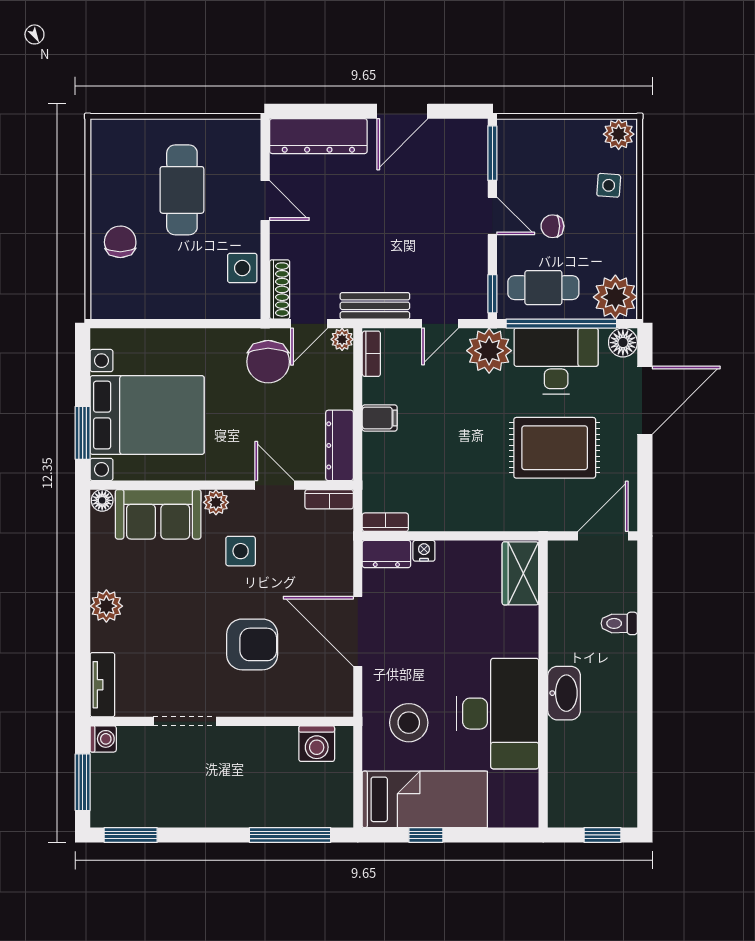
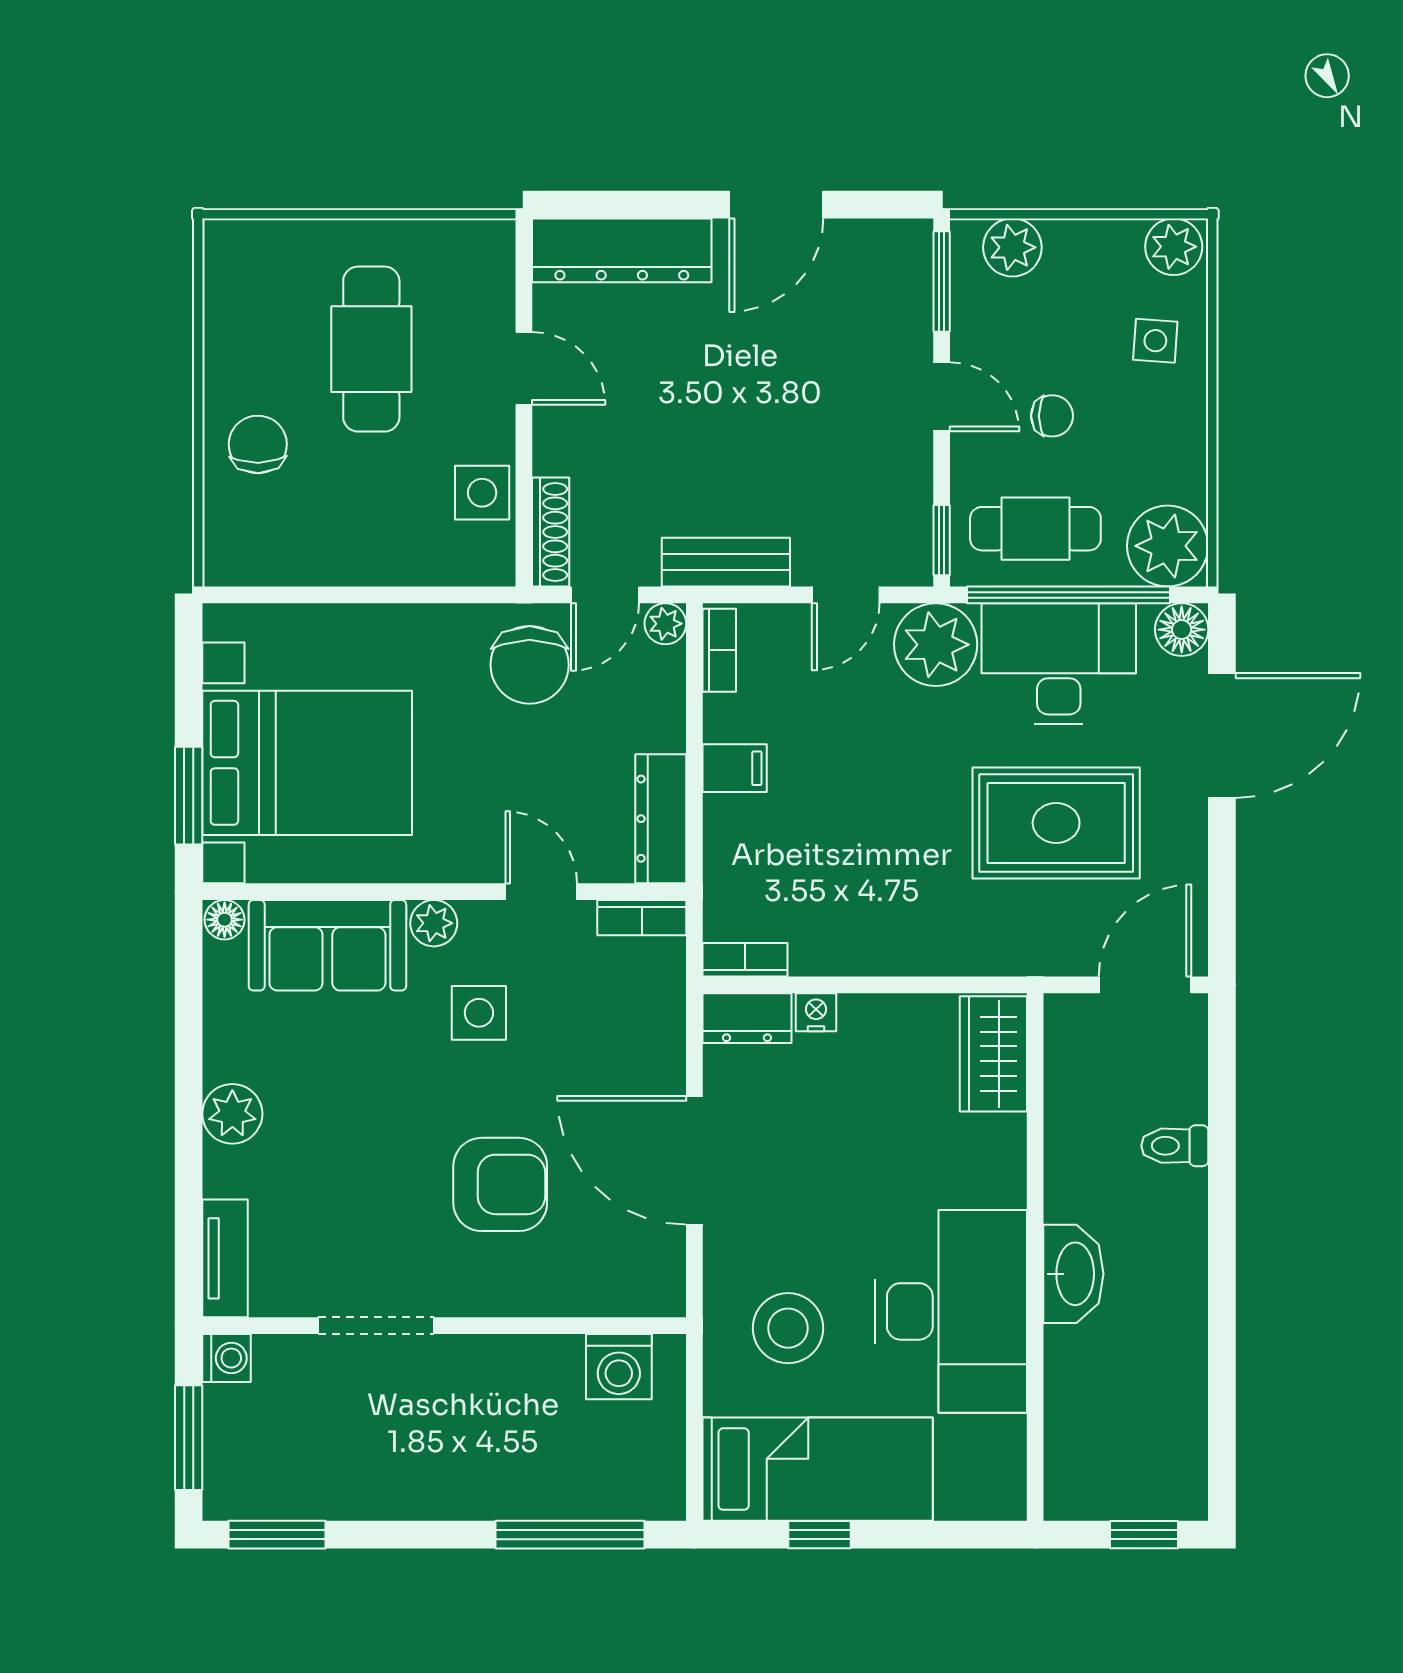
plant: (531, 135) -> (1012, 247), added
chair: (552, 226) -> (1052, 416), turned 180

